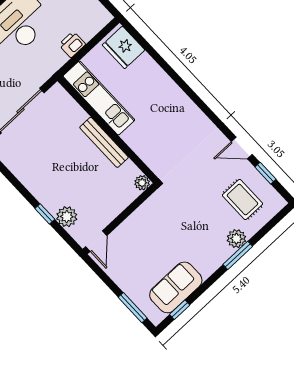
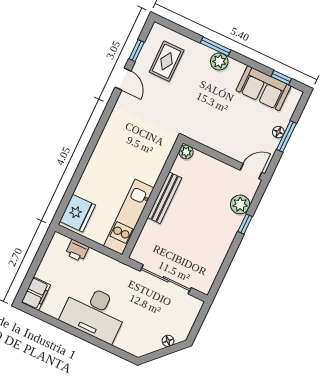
printer: (72, 44) -> (77, 251), moved
plant: (236, 239) -> (219, 61), moved
floor lamp: (125, 285) -> (278, 132), added
window: (133, 308) -> (287, 136), moved

